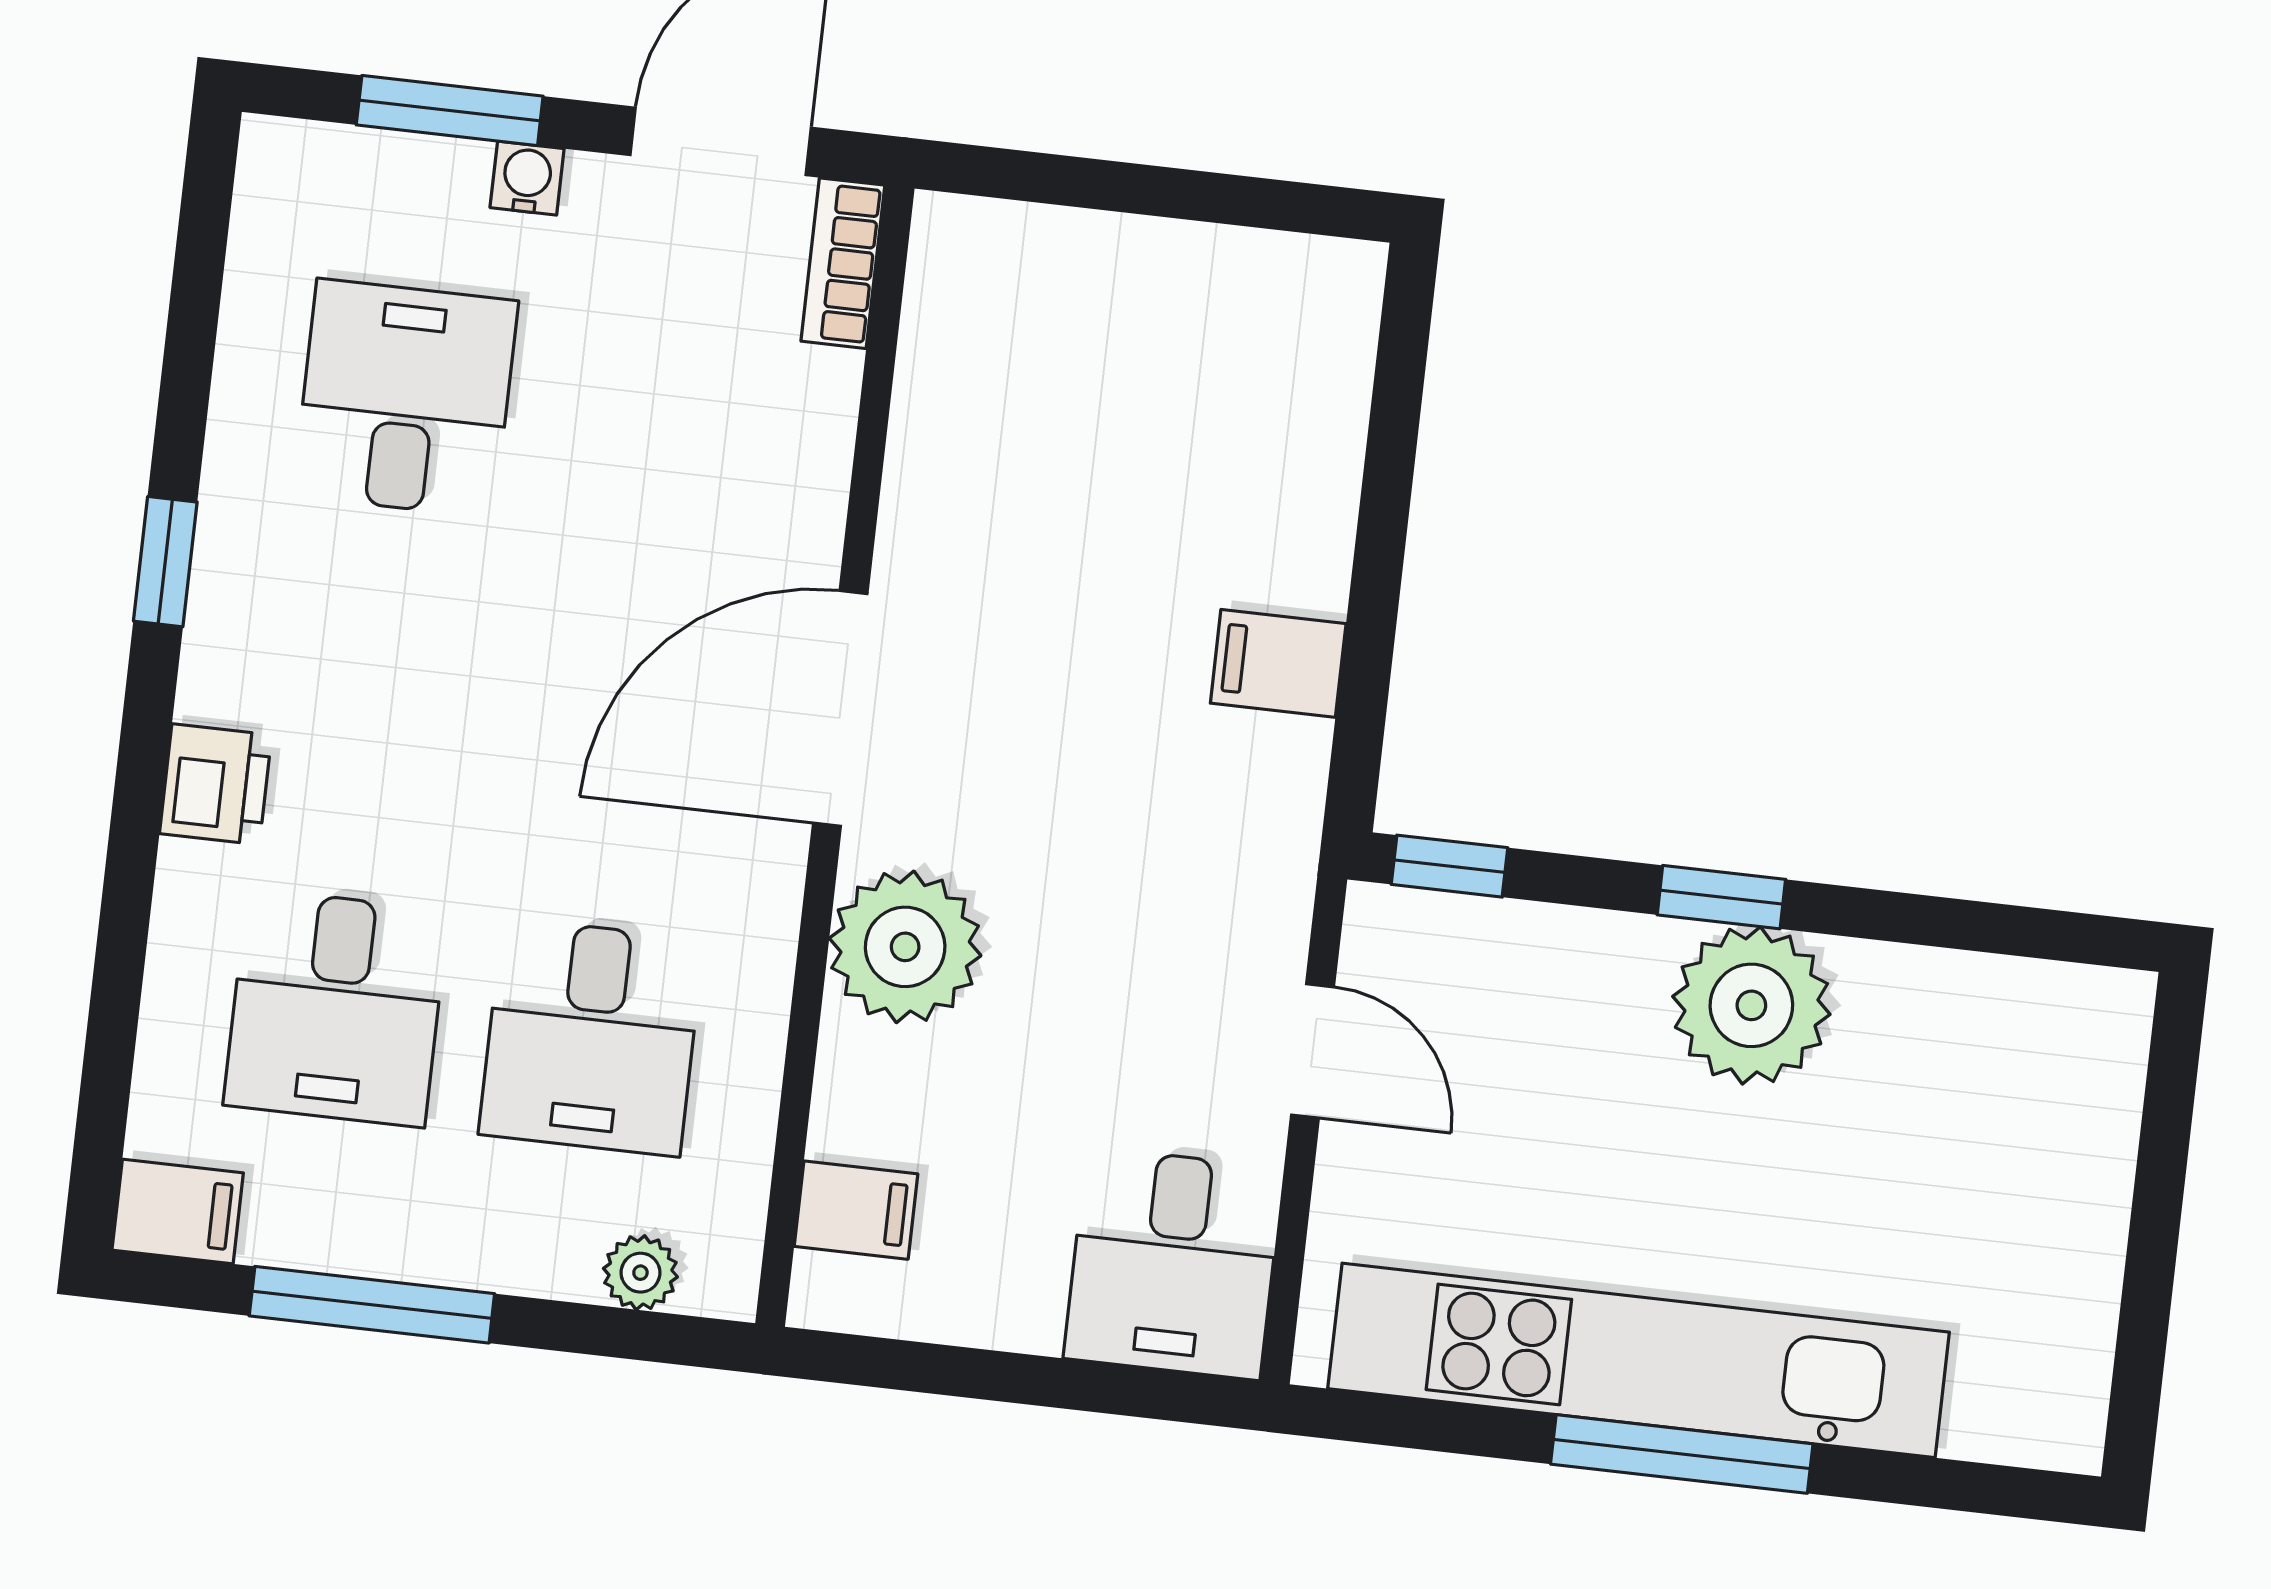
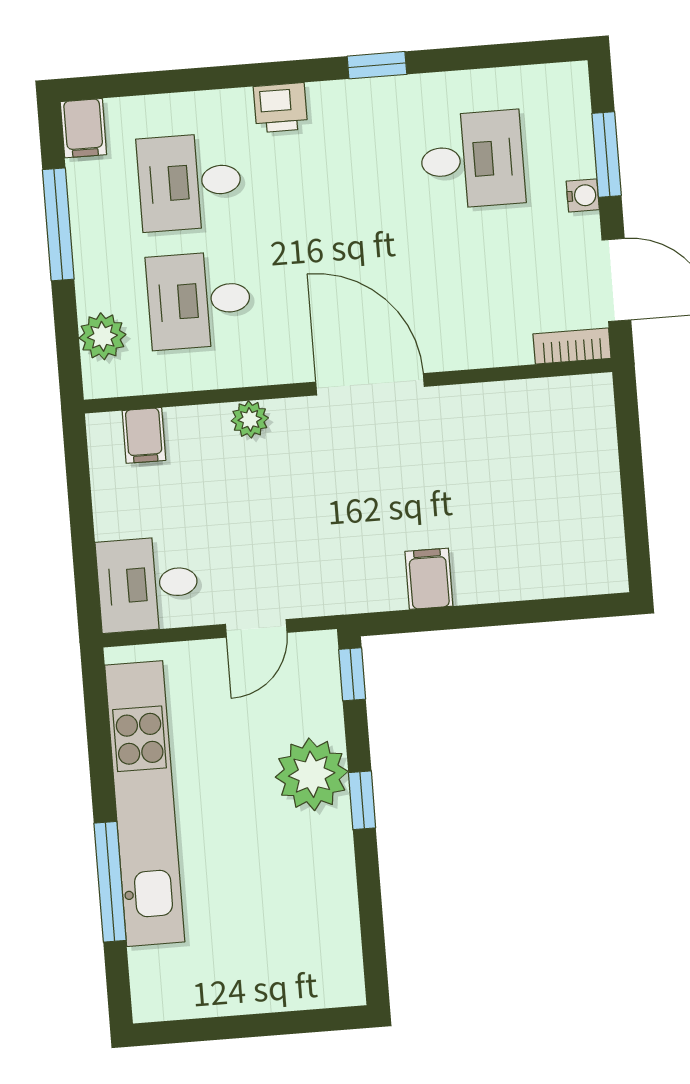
plant: (905, 947) -> (250, 419), width x0.53, depth x0.53
plant: (1751, 1005) -> (312, 774), moved
plant: (640, 1273) -> (102, 336), width x1.38, depth x1.38
window: (1682, 1454) -> (110, 882), moved

